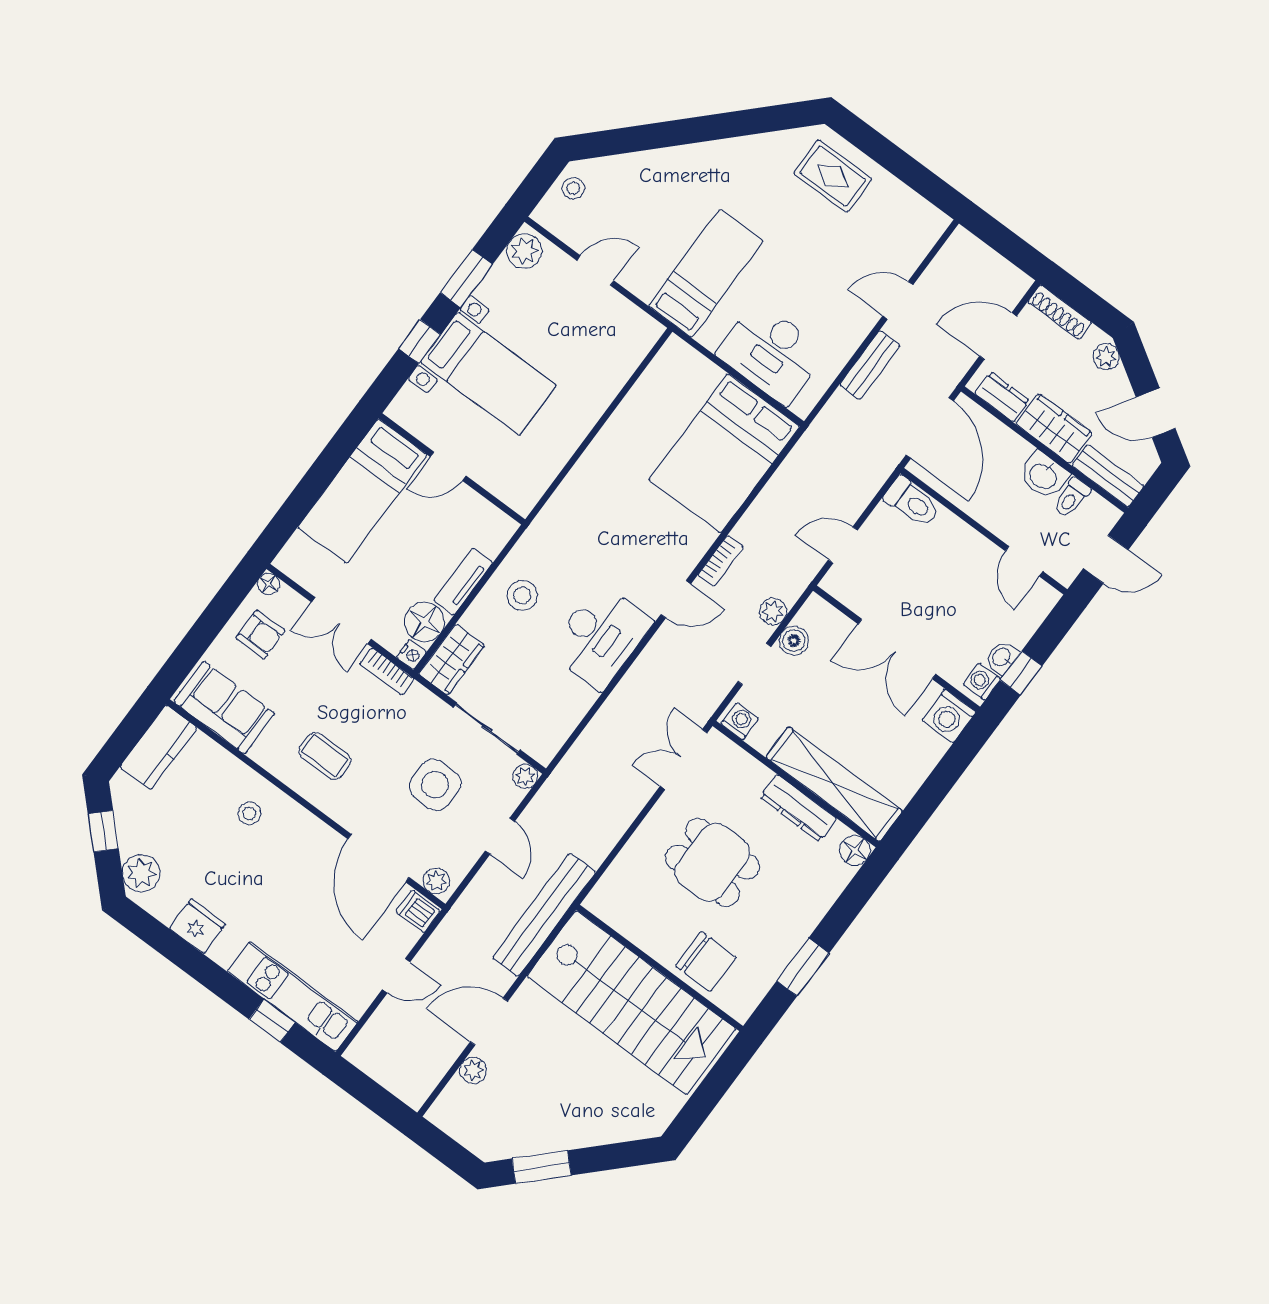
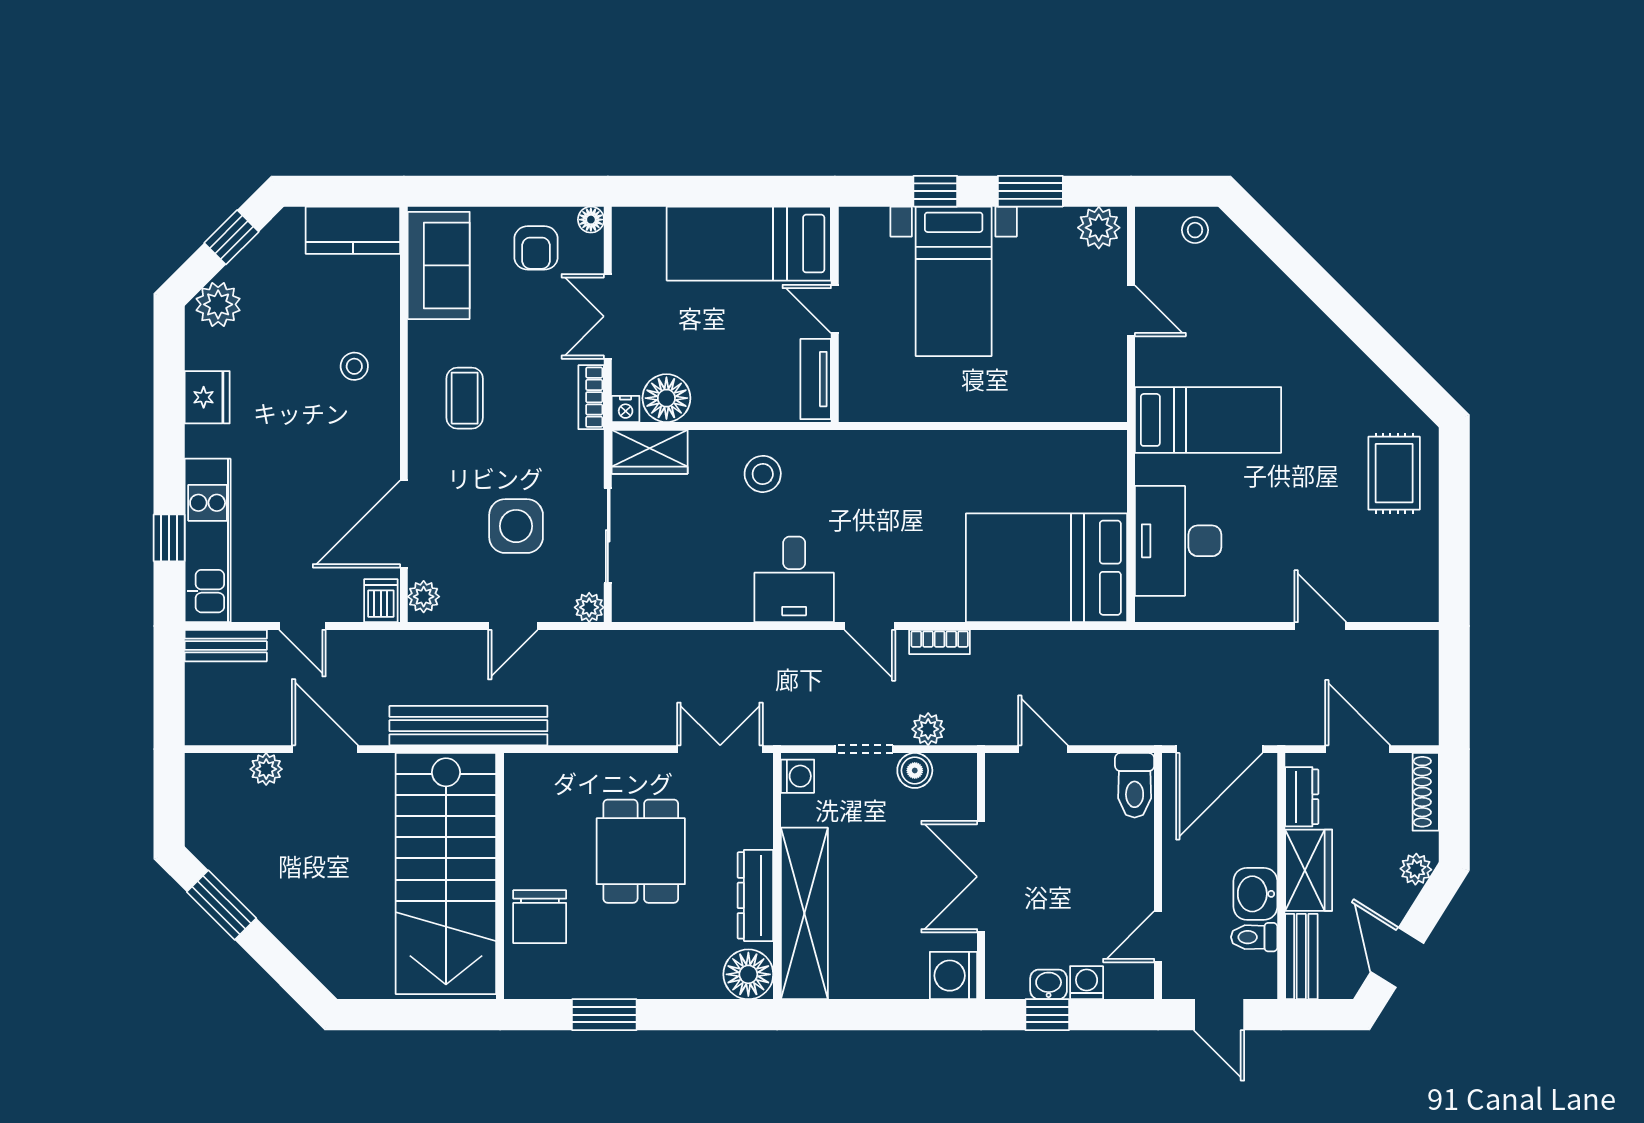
bench: (870, 365) -> (226, 646), moved
tv unit: (463, 582) -> (816, 379), moved, turned -90
desk: (600, 636) -> (794, 579), width x0.73
washing machine: (982, 682) -> (1087, 983), moved
floor lamp: (855, 850) -> (748, 974), width x1.38, depth x1.38

